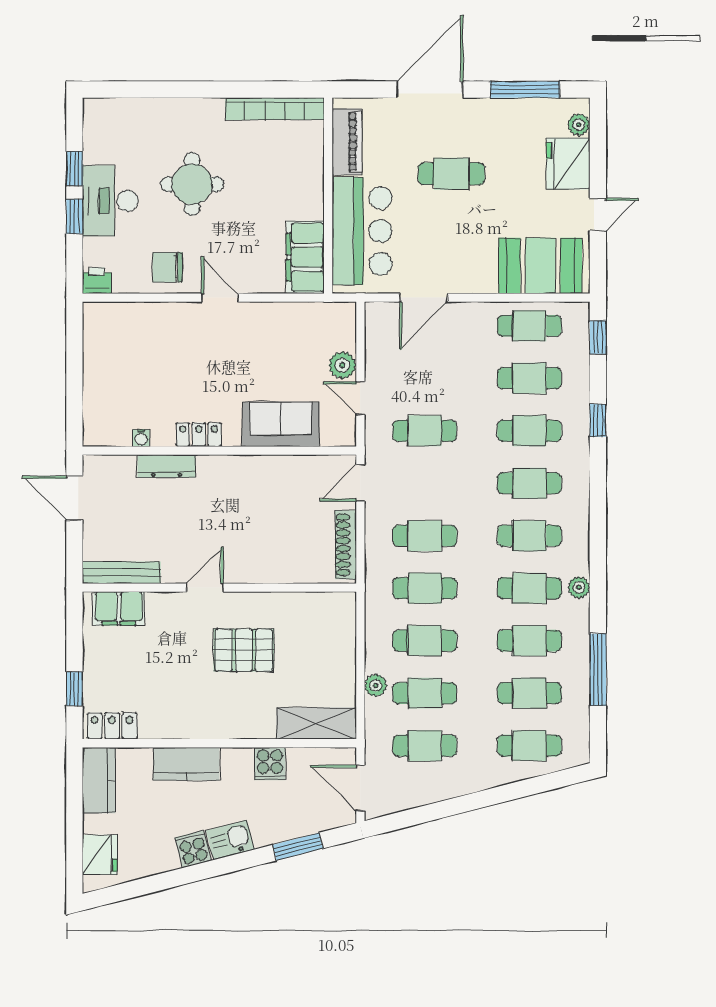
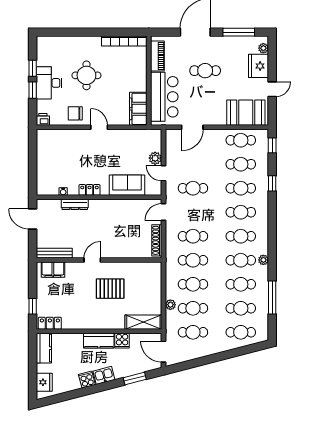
kitchen counter: (186, 764) -> (99, 341), moved

